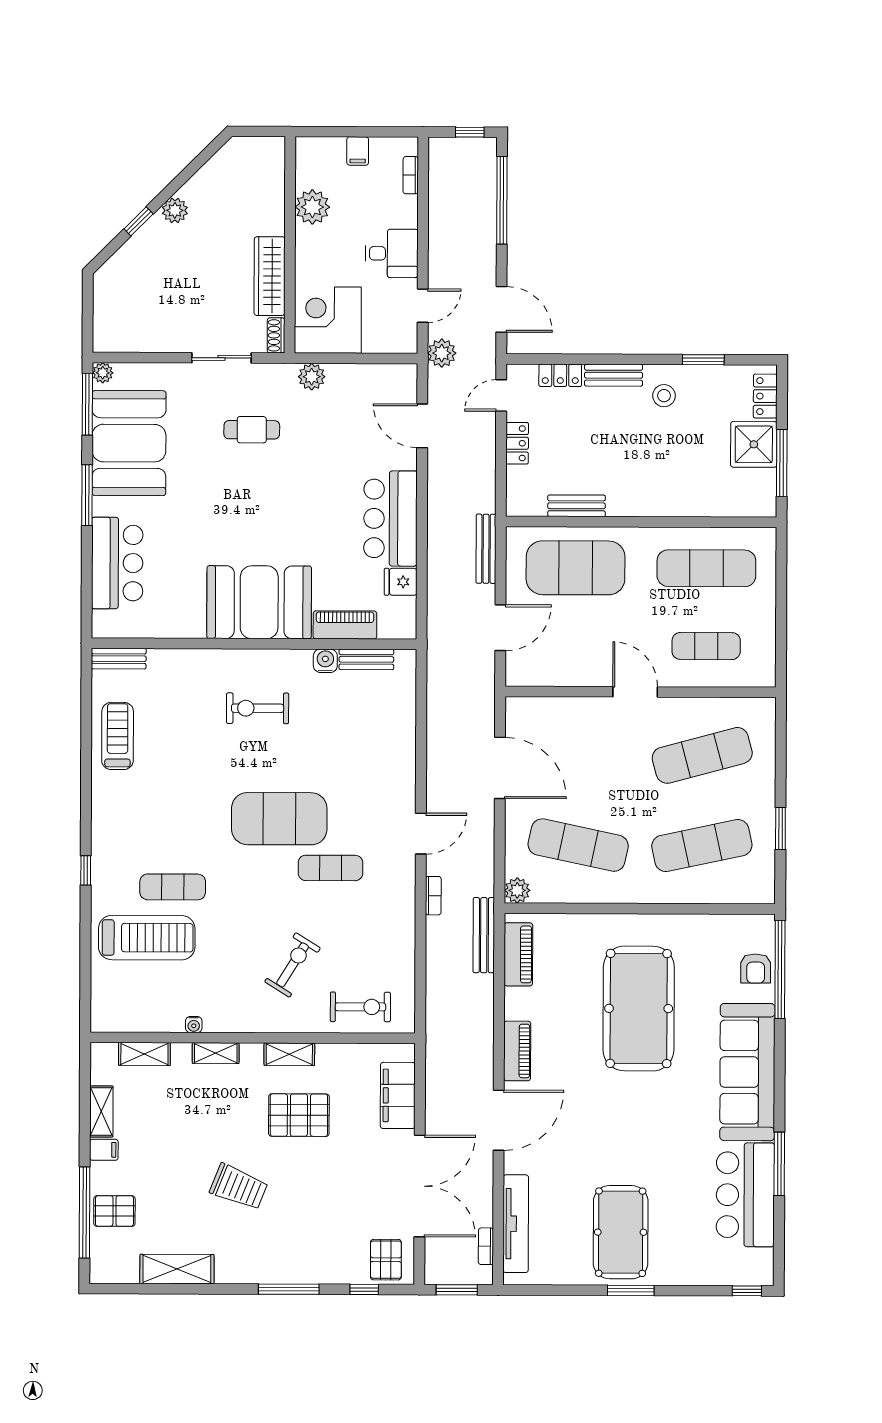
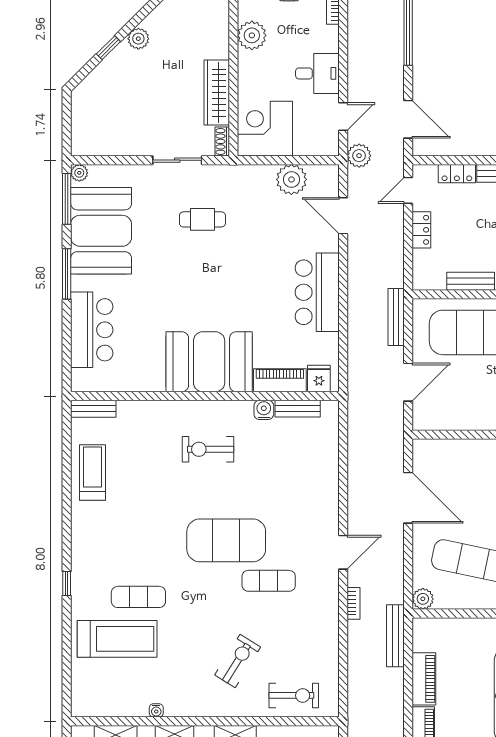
plant: (312, 377) -> (291, 179), moved, width x1.36, depth x1.36
fridge: (401, 582) -> (319, 379), moved, turned 90
piano: (518, 954) -> (424, 679), moved

